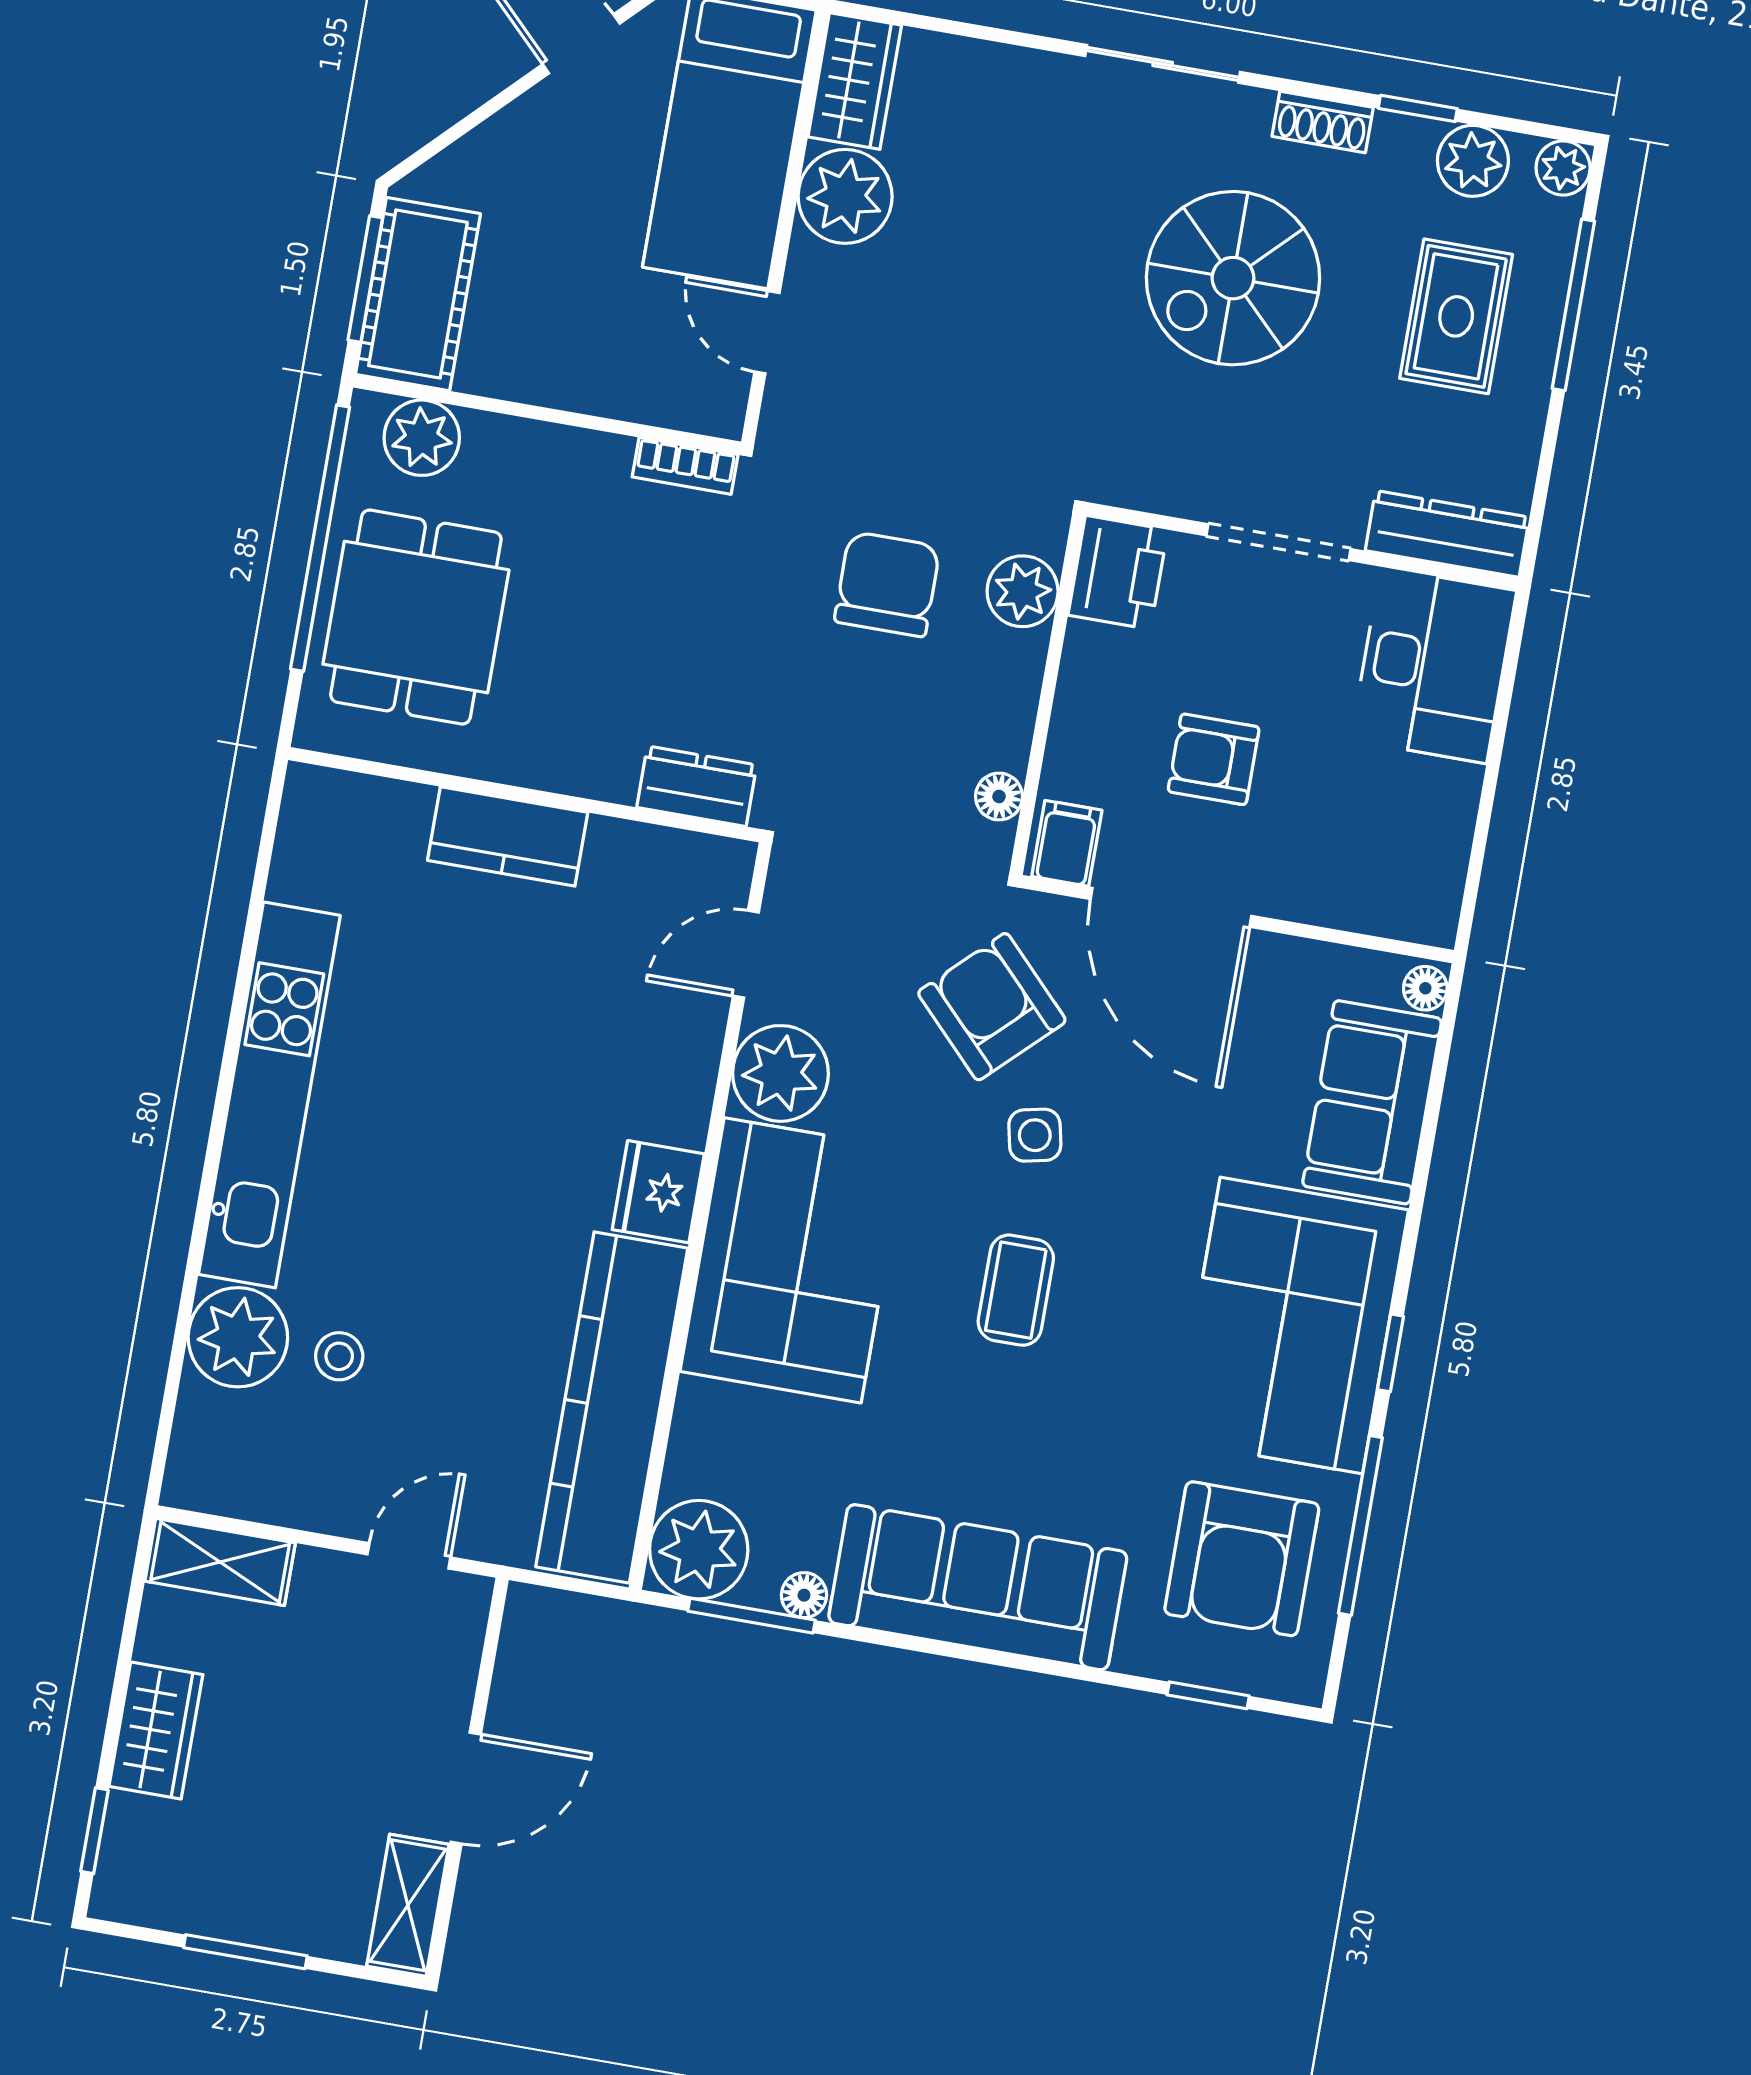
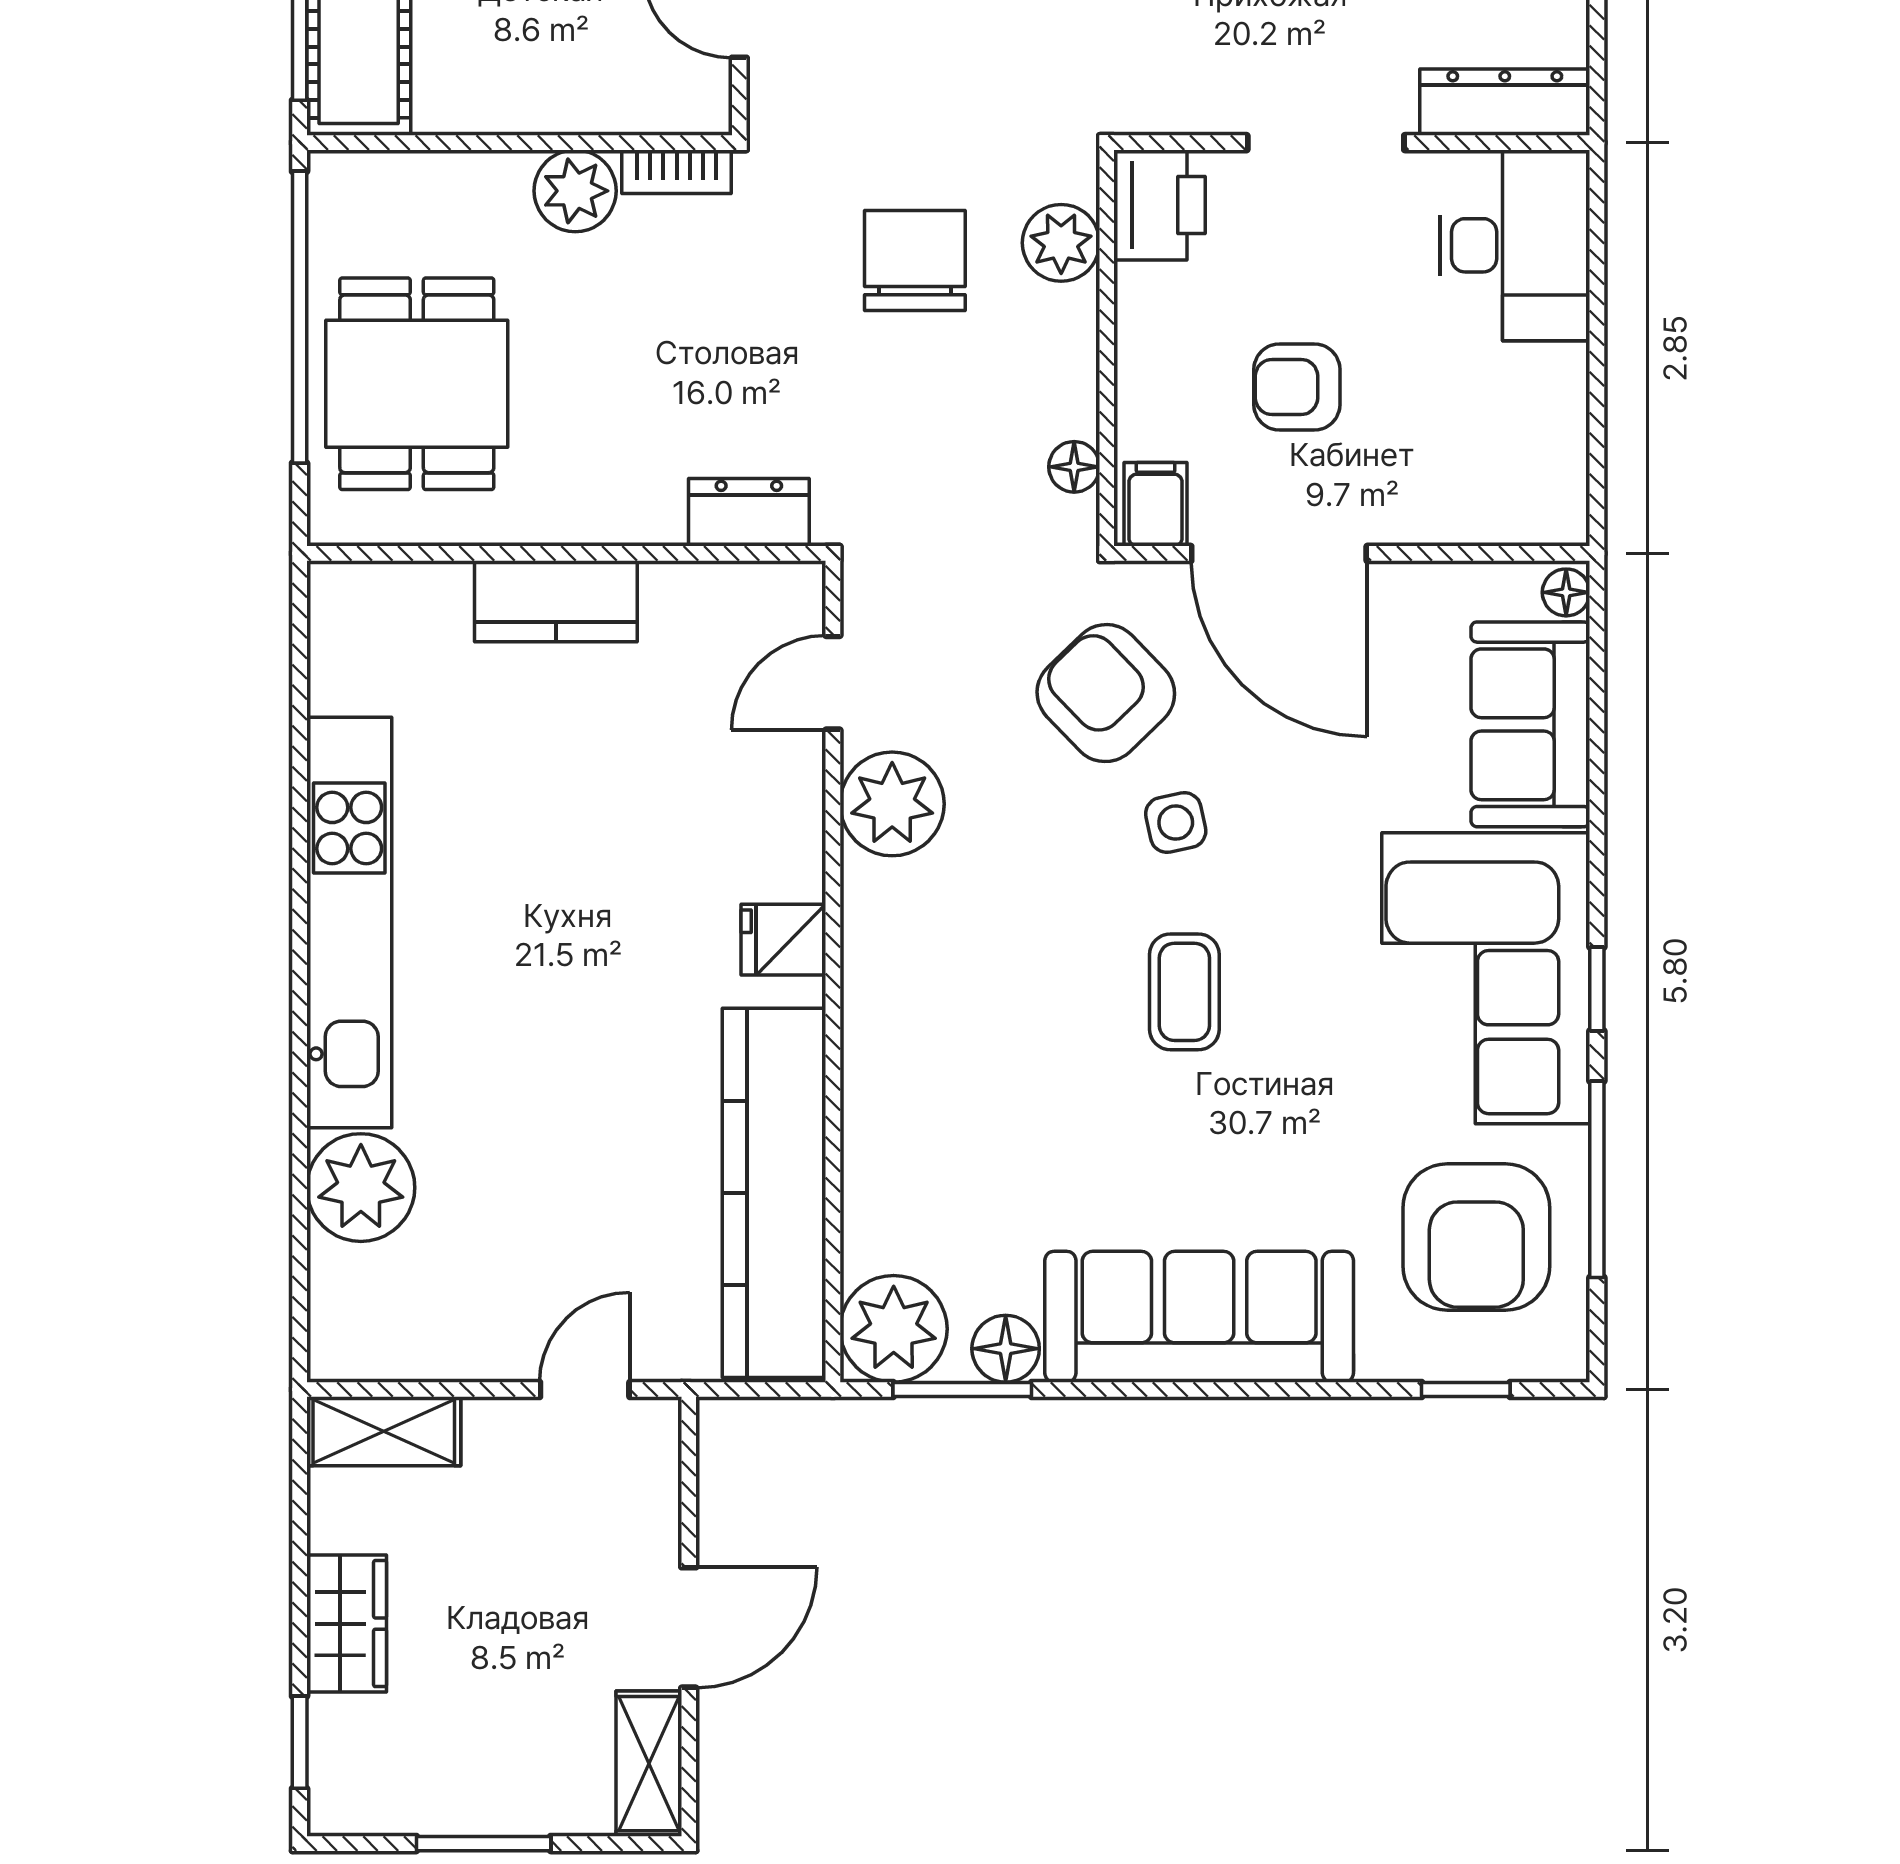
plant: (422, 438) -> (575, 191), moved
fridge: (658, 1192) -> (783, 940), width x0.72
corner sofa: (793, 1260) -> (940, 1002), removed
stool: (339, 1356) -> (473, 1189), removed
floor lamp: (804, 1595) -> (1006, 1349), width x1.37, depth x1.37

